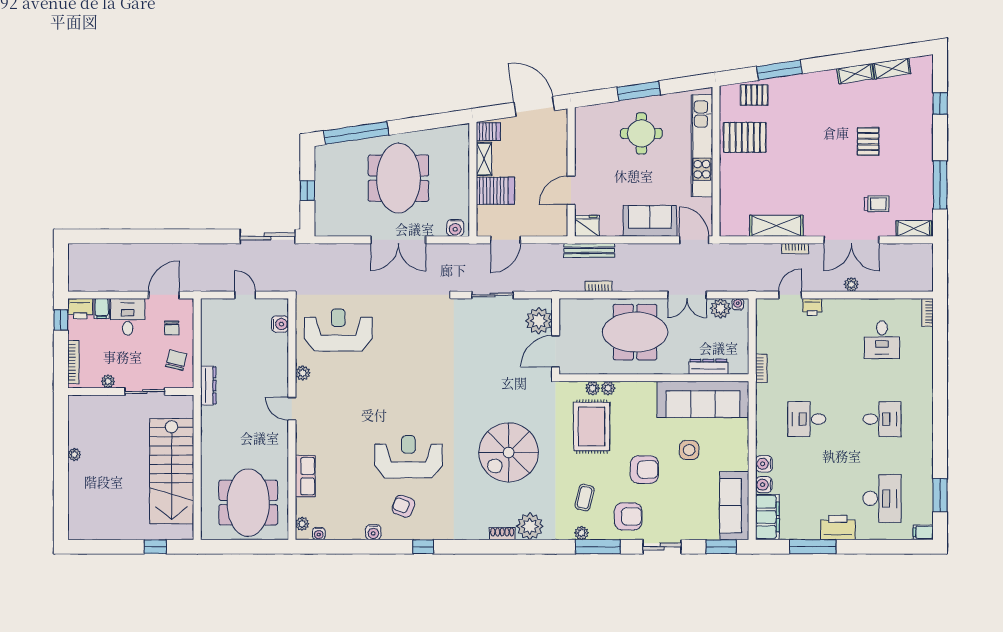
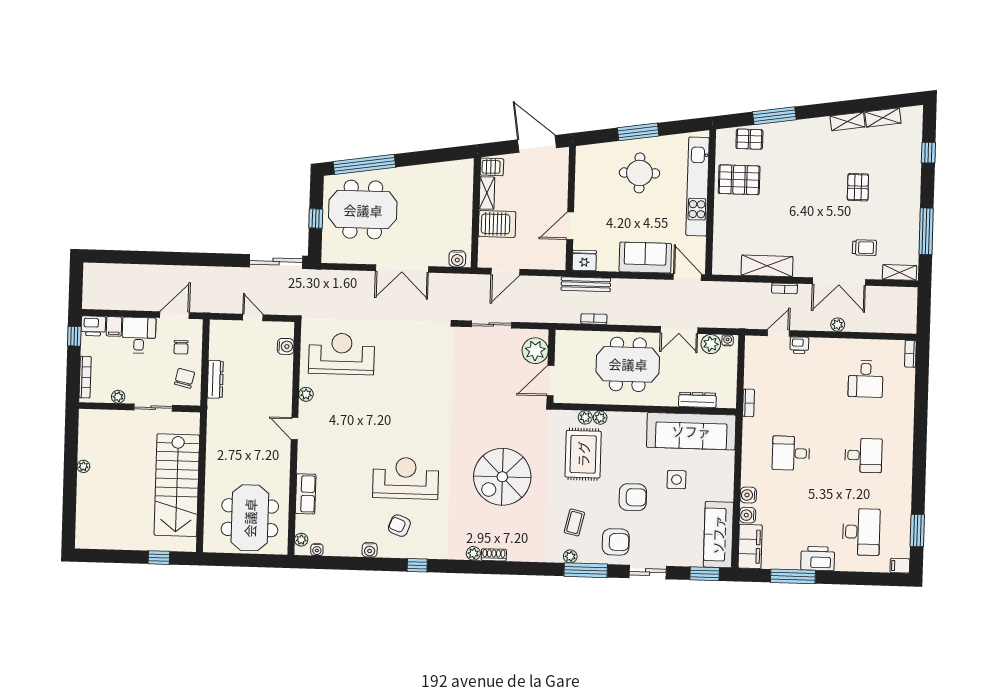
meeting table: (398, 178) -> (363, 210), moved, turned 90
dresser: (208, 385) -> (215, 379), moved
plant: (530, 526) -> (473, 553), moved, width x0.53, depth x0.53

